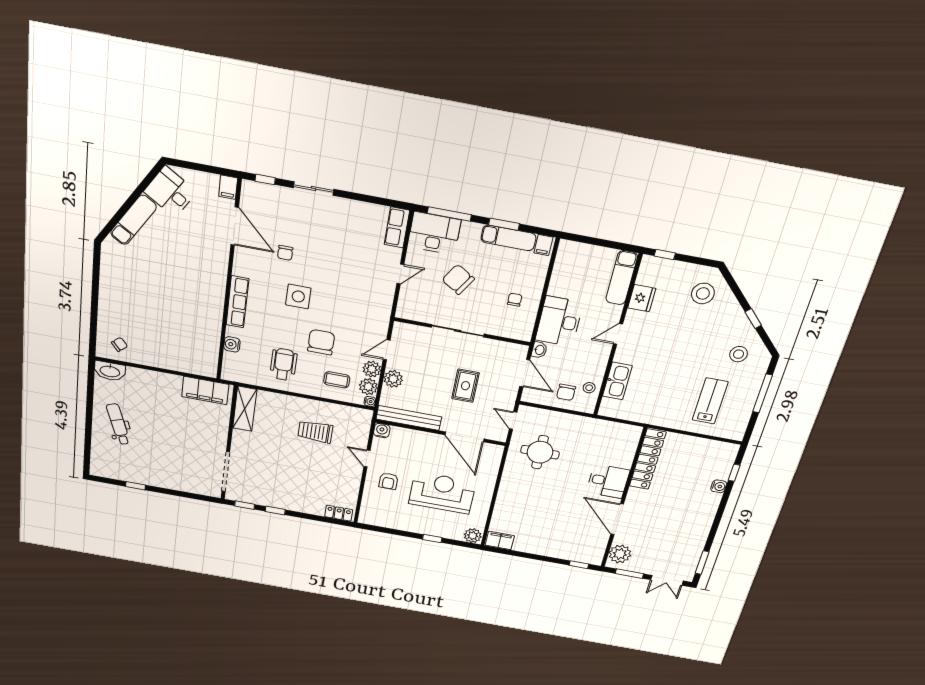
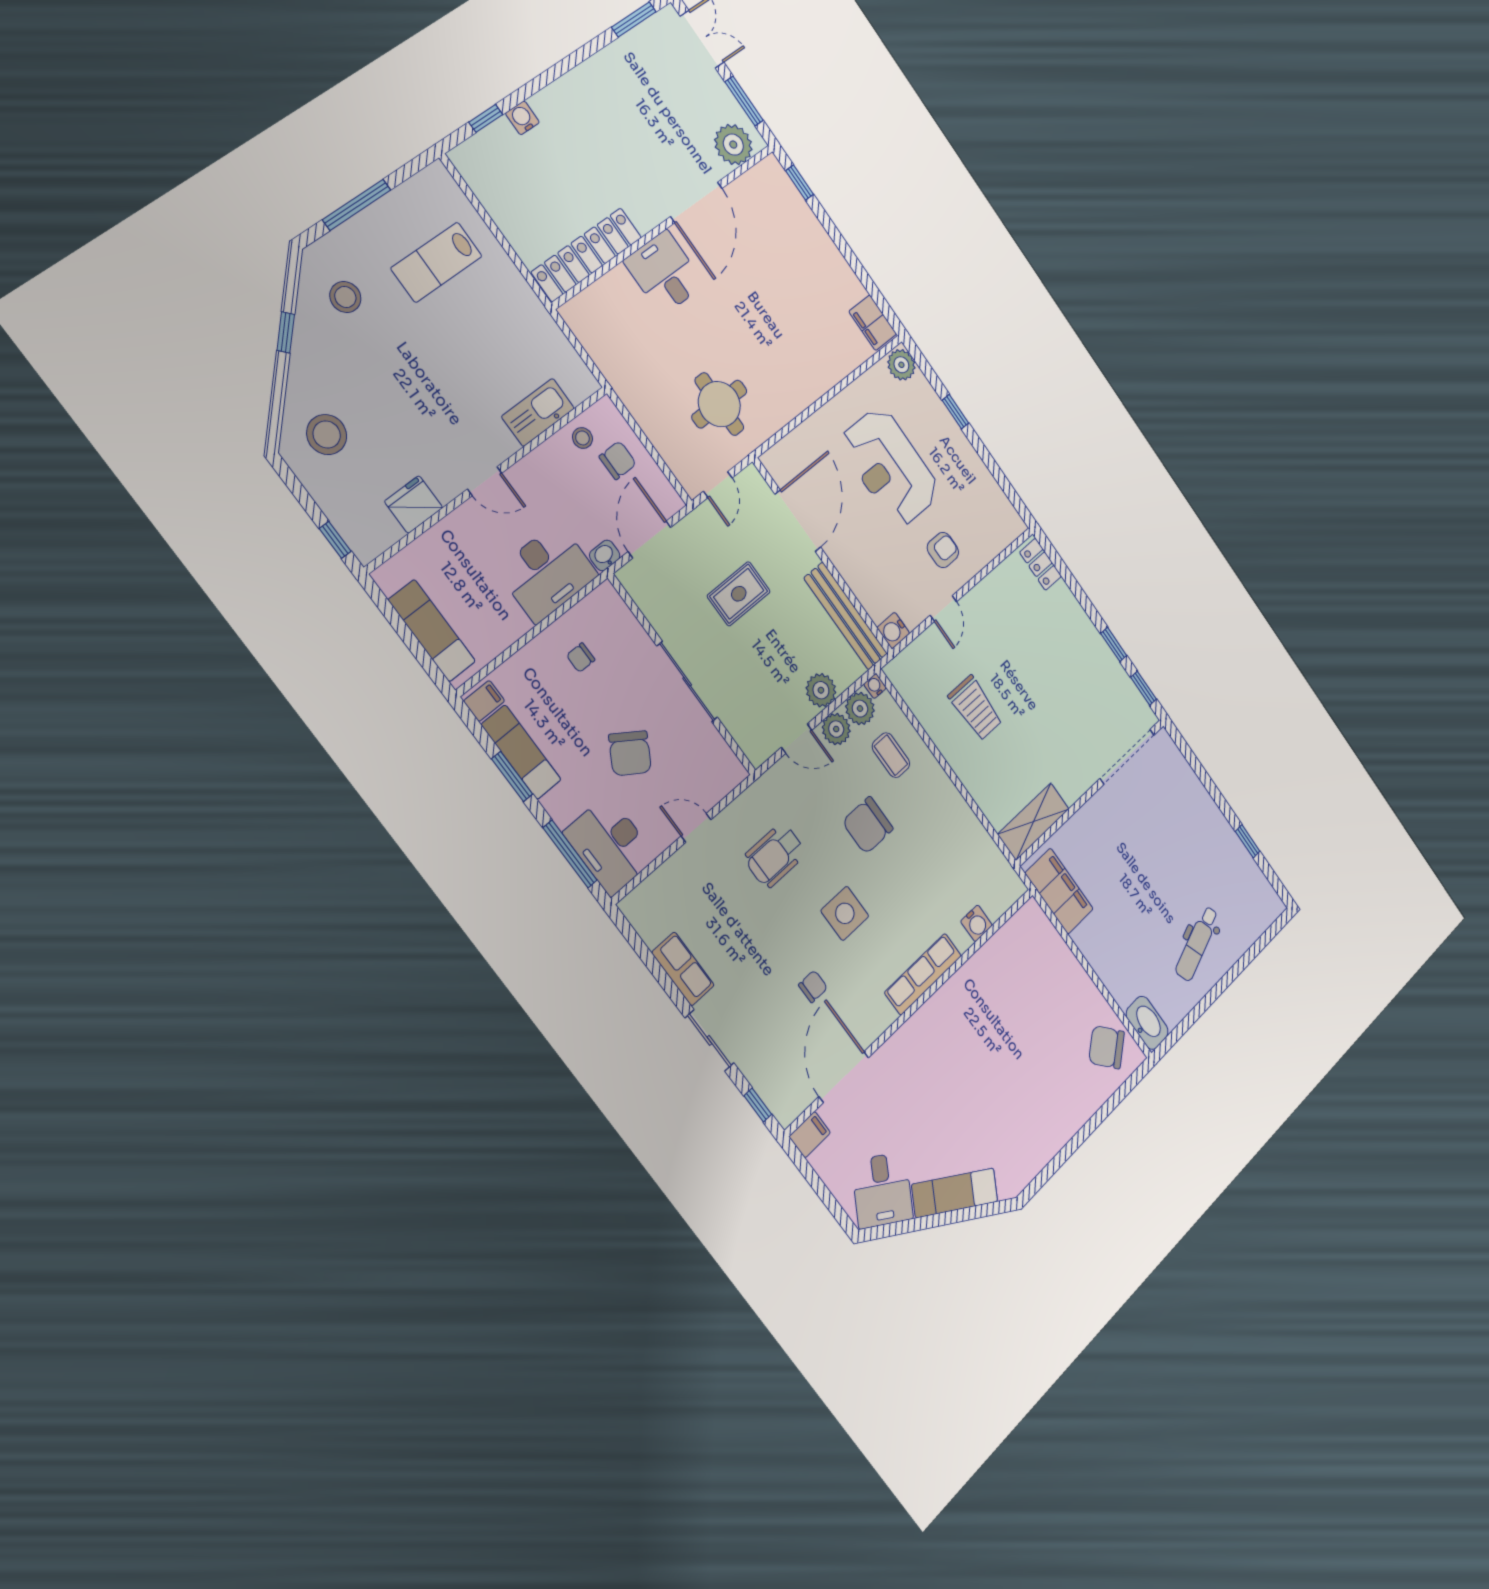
row of seats: (397, 227) -> (683, 969), moved, turned -90
exam couch: (622, 278) -> (432, 631), moved, turned -90
chair: (119, 344) -> (1107, 1047), width x1.87, depth x1.87
wheelchair: (283, 364) -> (775, 855), moved

